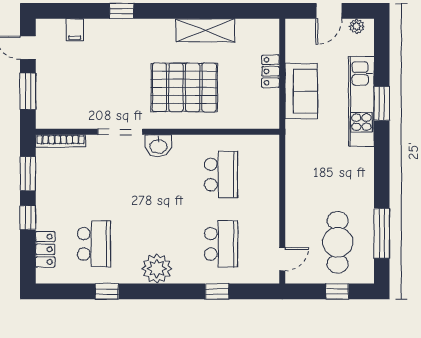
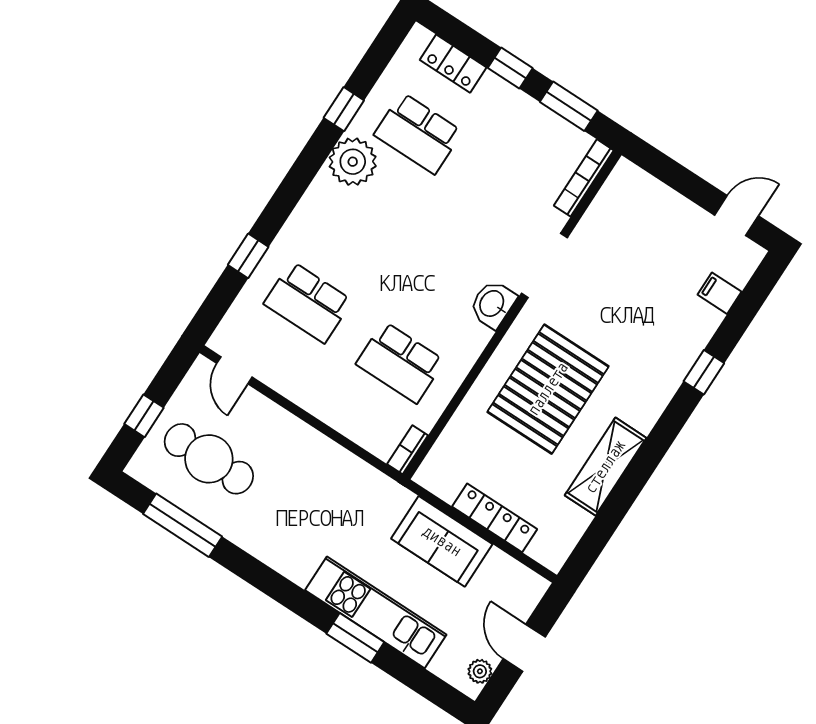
locker: (271, 71) -> (495, 518), width x1.53
window: (28, 91) -> (679, 178), removed
bookcase: (265, 141) -> (408, 450), added
plant: (157, 269) -> (353, 162), moved

